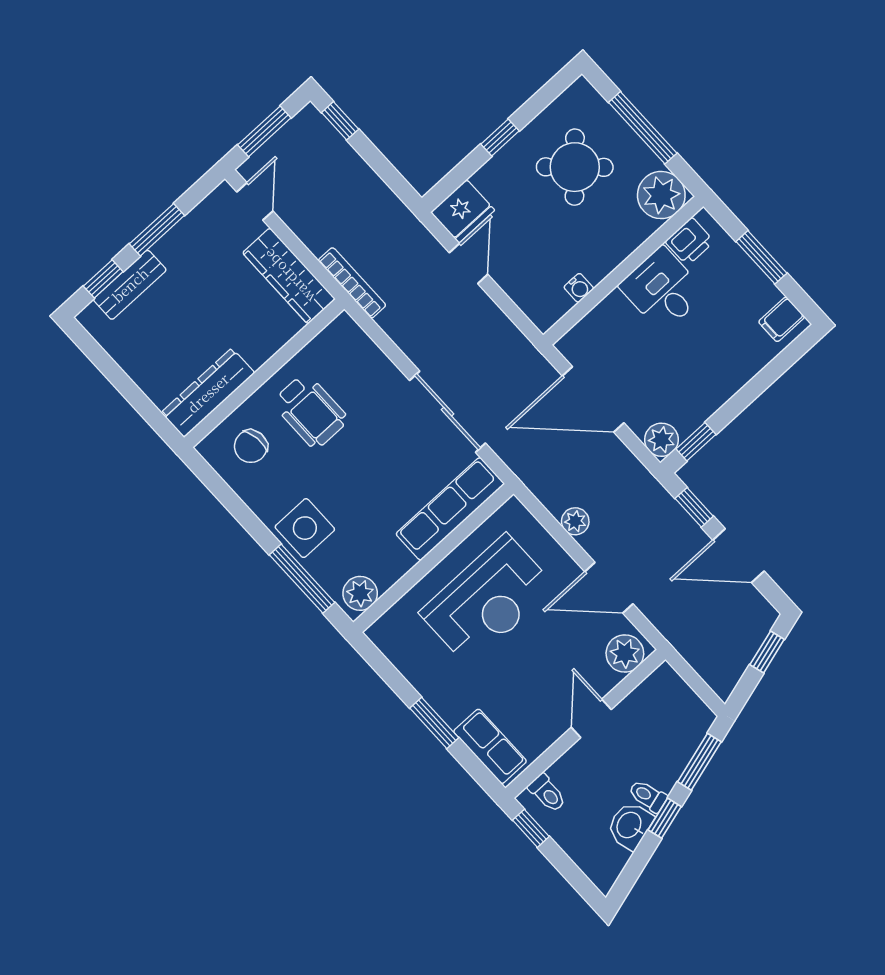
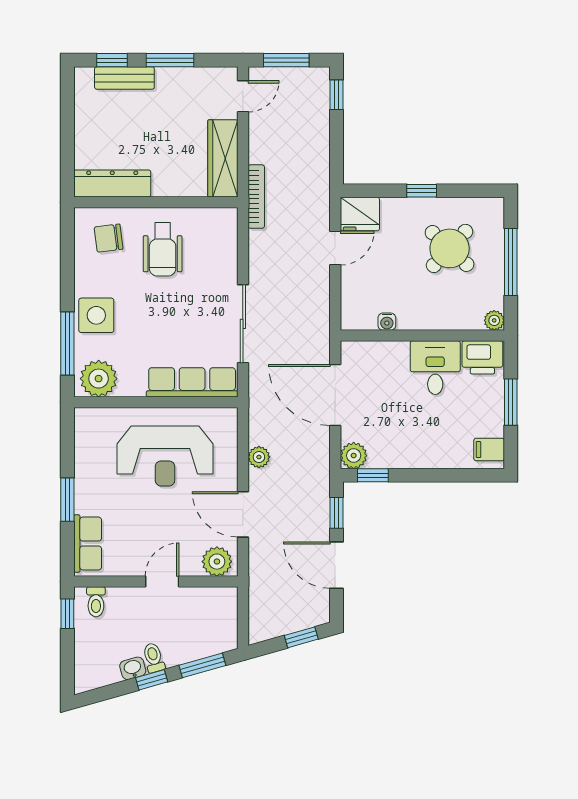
plant: (661, 195) -> (494, 320), width x0.53, depth x0.53
printer: (690, 242) -> (482, 357), width x1.36, depth x1.24
plant: (360, 593) -> (99, 379), width x1.36, depth x1.36
washbasin: (630, 826) -> (133, 668), width x0.72, depth x0.69

